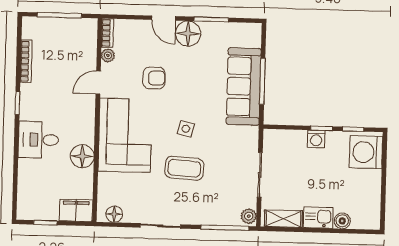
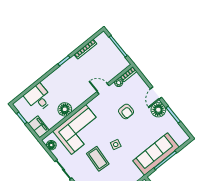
corner sofa: (125, 135) -> (79, 130), moved
desk: (38, 140) -> (38, 98), moved

